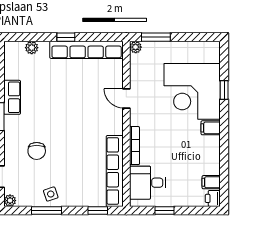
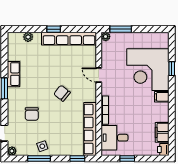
chair: (77, 123) -> (62, 93), added
filing cabinet: (211, 182) -> (162, 132), width x2.00

